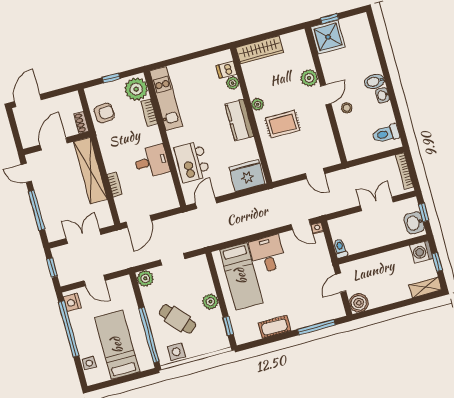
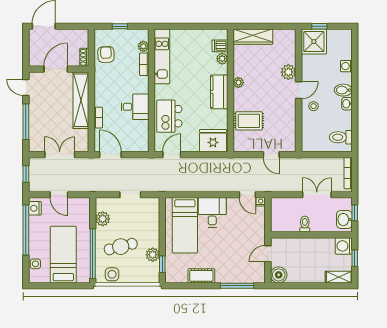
washing machine: (371, 54) -> (346, 66), added
plant: (136, 89) -> (143, 46), width x0.53, depth x0.53
armchair: (104, 113) -> (106, 54), turned -89
rug: (283, 124) -> (249, 121), moved
door: (139, 221) -> (110, 155), swing flipped
toilet: (340, 248) -> (305, 224), moved
plant: (145, 278) -> (103, 219), moved
plant: (210, 302) -> (153, 255), moved
cafe table: (178, 319) -> (121, 247), turned -62

